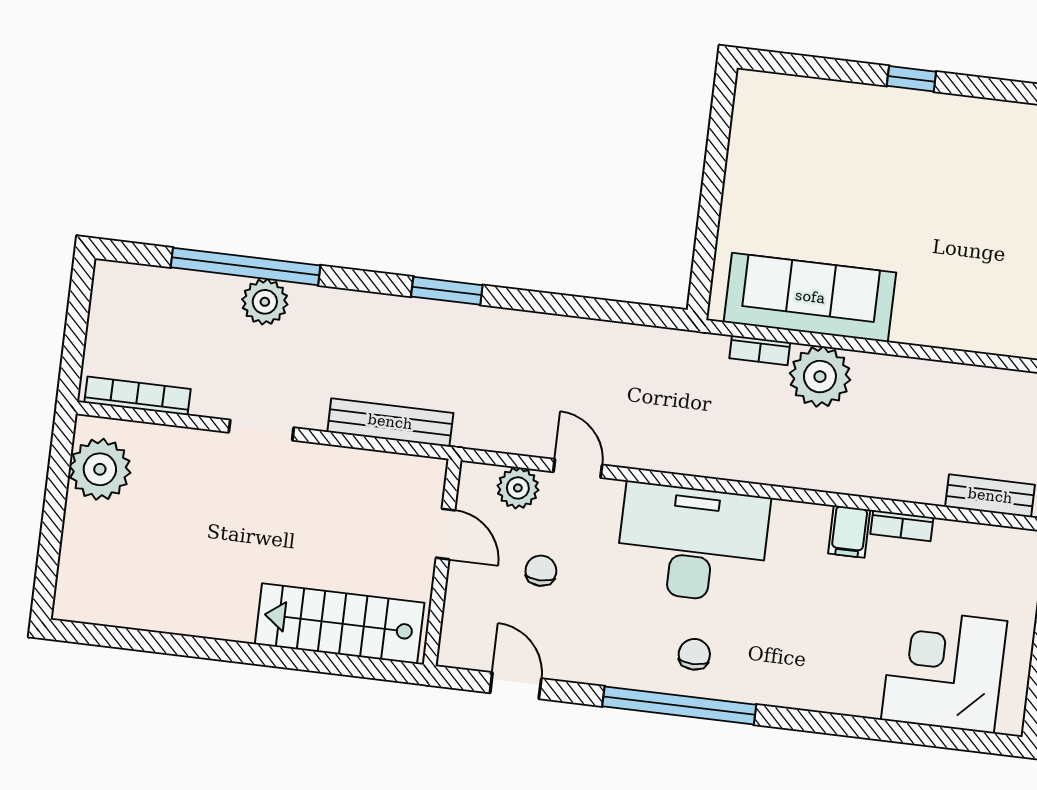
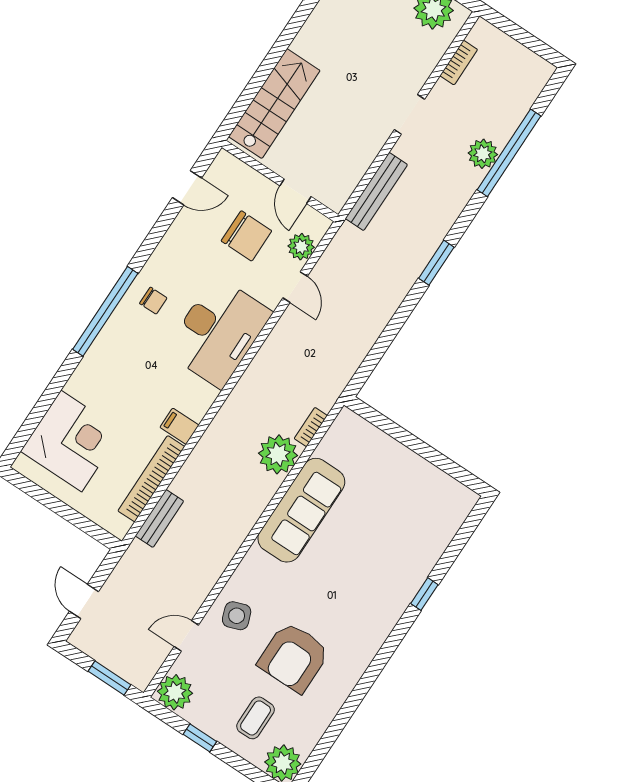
sofa: (810, 297) -> (301, 510), moved
bookcase: (137, 396) -> (459, 63), width x0.64
door: (578, 468) -> (295, 287), hinge flipped
bookcase: (902, 526) -> (151, 479), width x2.31, depth x1.31
door: (446, 534) -> (295, 191), hinge flipped
chair: (541, 571) -> (246, 236), width x1.87, depth x1.87
window: (679, 706) -> (105, 311), moved

